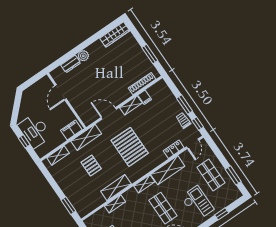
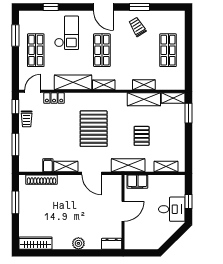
dresser: (71, 64) -> (112, 244), moved
door: (61, 92) -> (123, 211), moved
window: (185, 105) -> (15, 144), moved
desk: (35, 131) -> (172, 209), width x0.73
shelving: (116, 188) -> (144, 99), moved
checkout: (197, 203) -> (67, 33), turned 180
shelving: (87, 209) -> (173, 98), added

